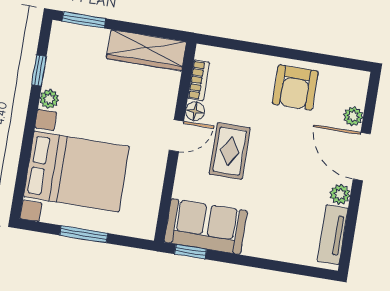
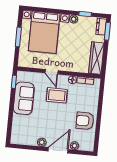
dresser: (72, 34) -> (101, 27), added
door: (176, 136) -> (51, 72), moved
sofa: (206, 226) -> (24, 98), moved
tv unit: (333, 235) -> (25, 140), removed

